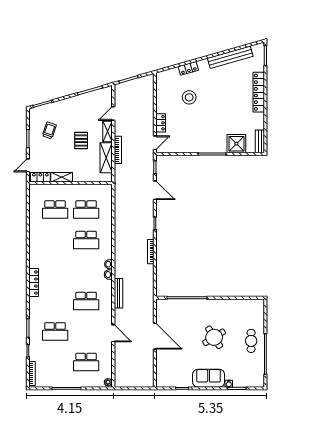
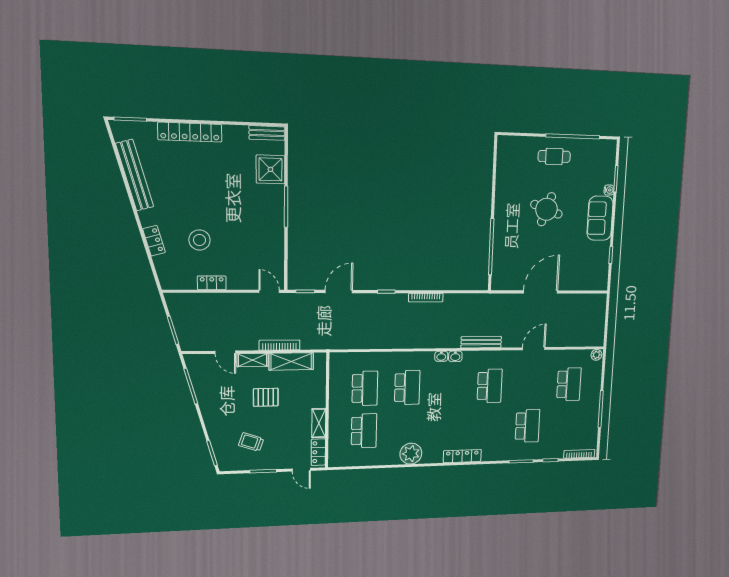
locker: (161, 123) -> (212, 283), moved
plant: (37, 244) -> (411, 454), added
round table: (214, 337) -> (546, 209), turned -38

